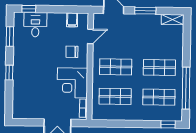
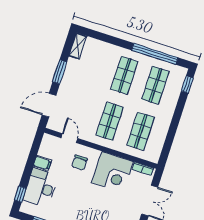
filing cabinet: (72, 20) -> (42, 163), moved
desk: (35, 25) -> (40, 188), width x1.37

